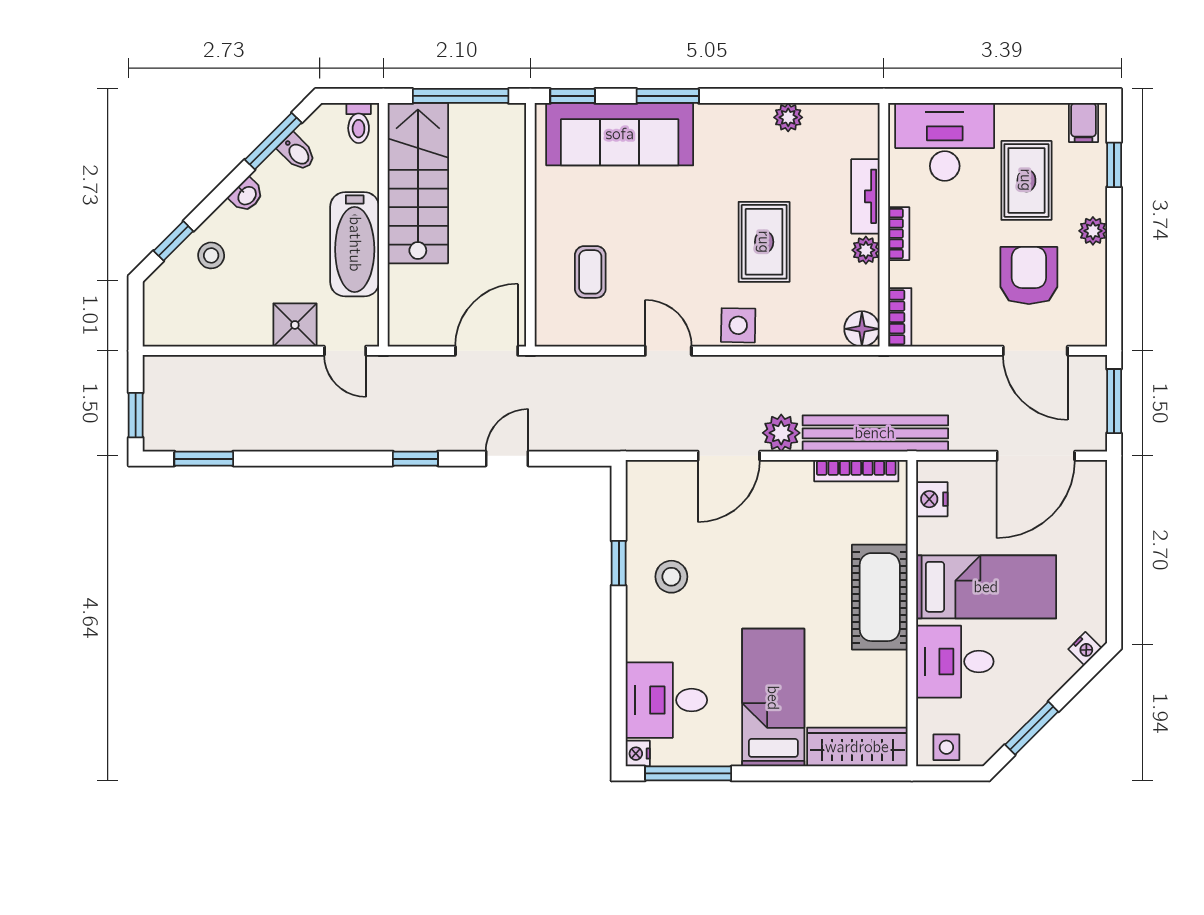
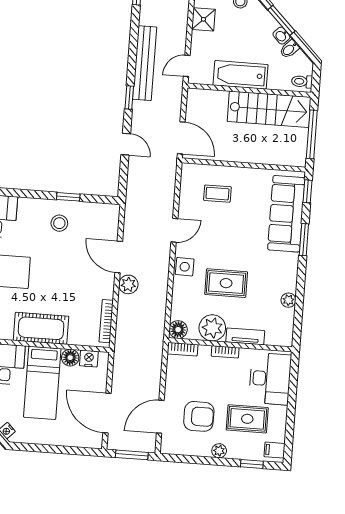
window: (273, 141) -> (281, 20), moved
washbasin: (247, 195) -> (281, 36), moved
plant: (866, 250) -> (212, 328), width x1.87, depth x1.87
shower: (295, 325) -> (203, 19), moved
bench: (875, 433) -> (145, 63), moved
floor lamp: (933, 536) -> (70, 358), added

